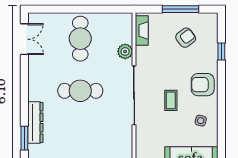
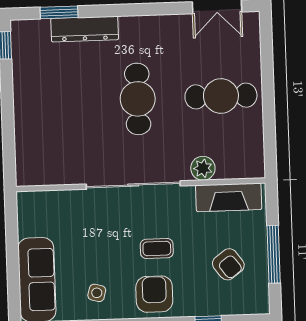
fireplace: (142, 31) -> (229, 197), width x1.37, depth x1.32
coffee table: (171, 100) -> (157, 249), moved

